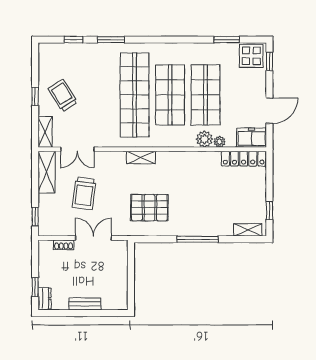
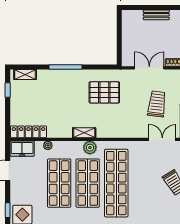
plant: (204, 139) -> (90, 148), moved
shelving: (141, 157) -> (84, 133), moved
double door: (93, 238) -> (149, 68), swing flipped

